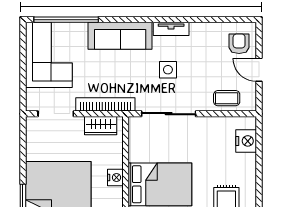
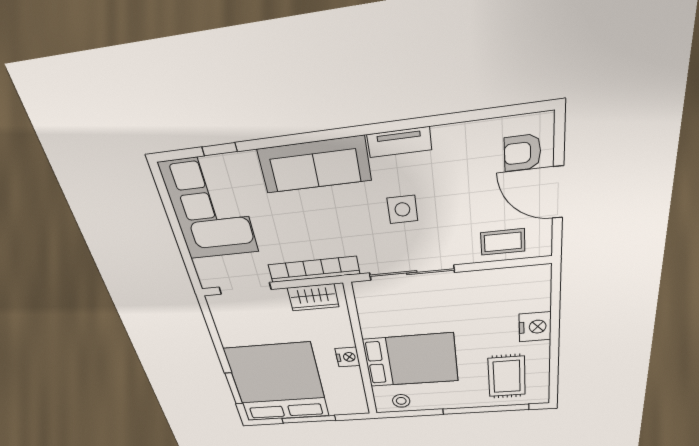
window: (66, 20) -> (220, 149), width x0.32
armchair: (239, 44) -> (522, 153), turned -90
door: (259, 70) -> (558, 193), width x1.37
nightstand: (246, 141) -> (535, 327), moved

